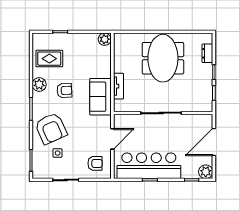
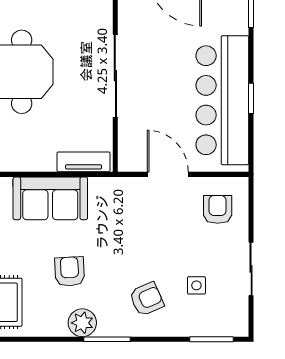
plant: (39, 84) -> (82, 323), moved
tv unit: (118, 86) -> (84, 162), moved
sofa: (101, 97) -> (50, 198), moved
armchair: (51, 128) -> (147, 299), width x0.53, depth x0.53

